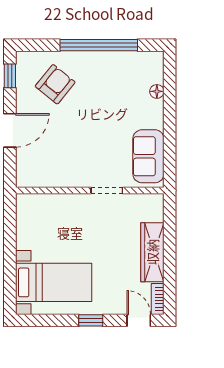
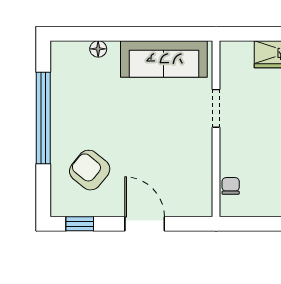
sofa: (148, 156) -> (164, 59), width x1.36
chair: (42, 203) -> (231, 186), added

